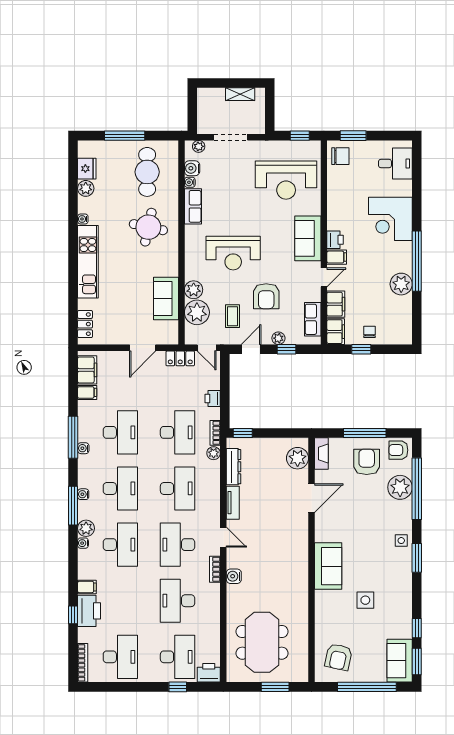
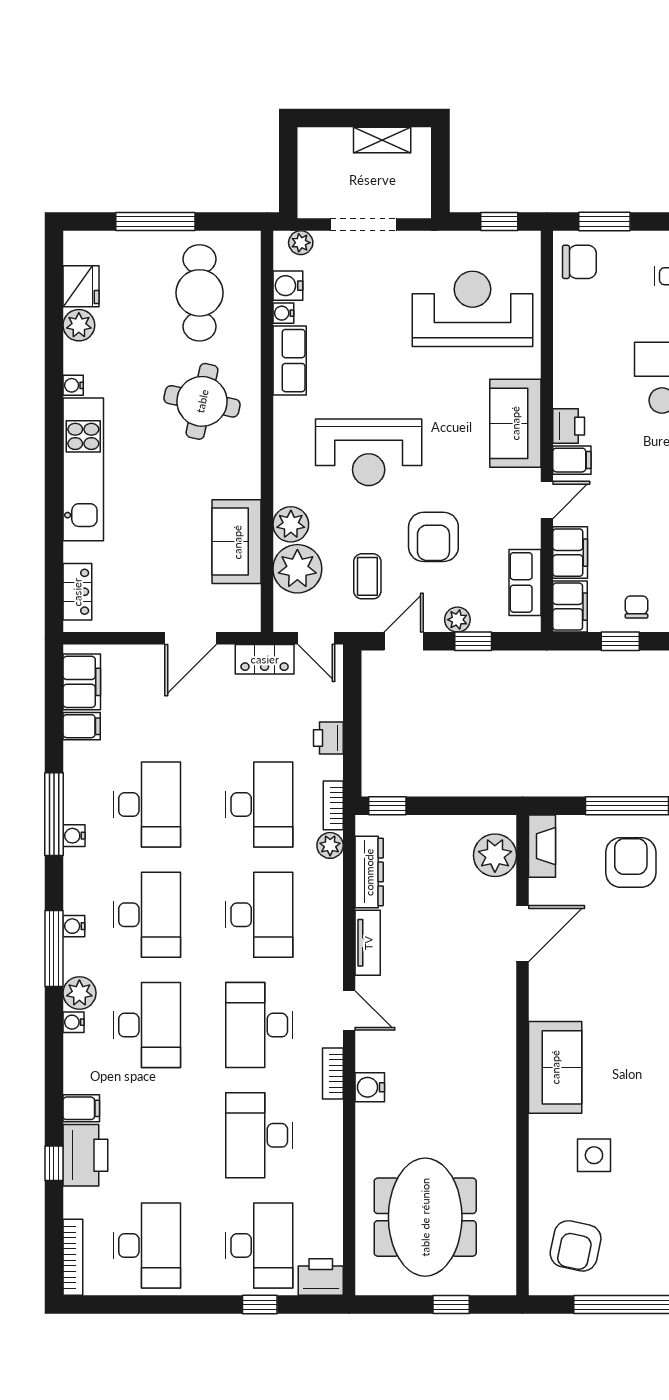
reception desk: (286, 180) -> (472, 309), turned 180
side table: (365, 600) -> (594, 1155), moved
window: (275, 687) -> (451, 1305), width x0.67

